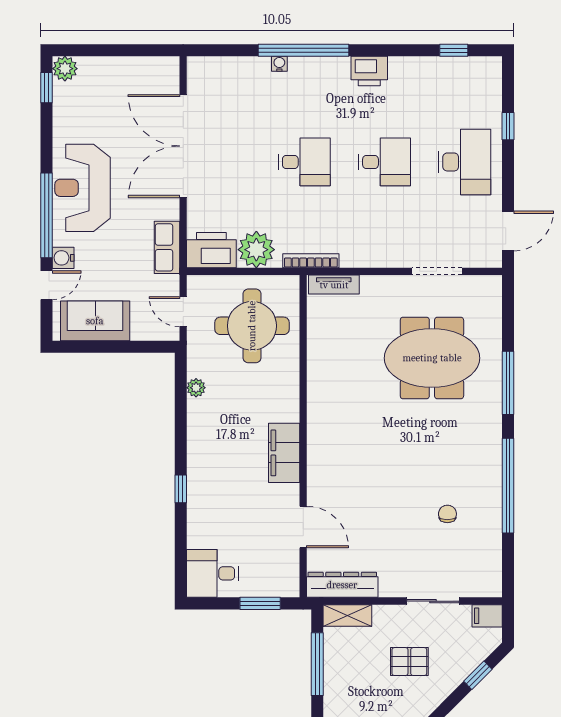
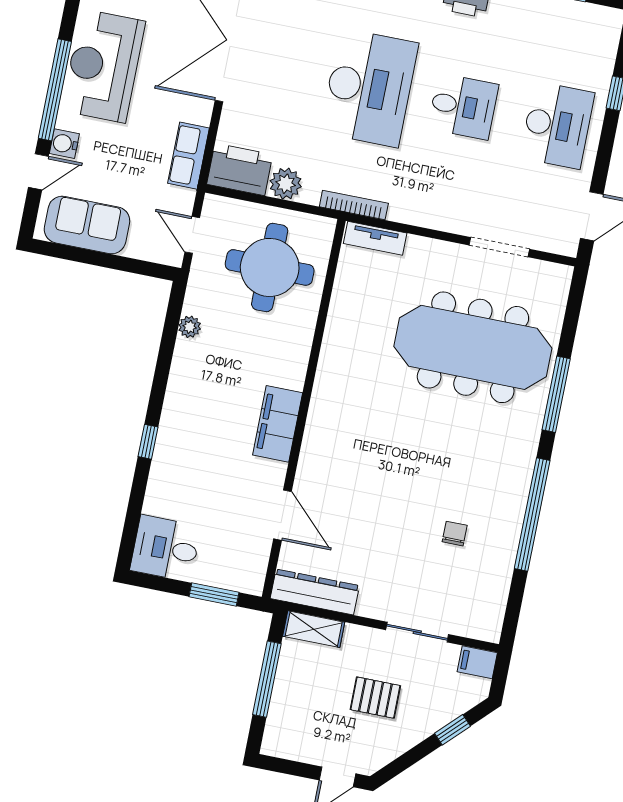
desk: (304, 162) -> (369, 88), width x1.87, depth x1.30
plant: (256, 250) -> (286, 184), width x0.73, depth x0.73
meeting table: (432, 358) -> (473, 347), width x1.36

